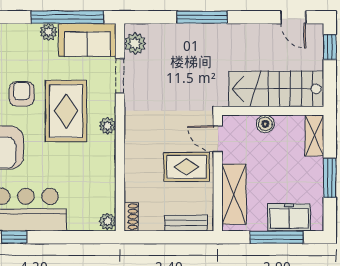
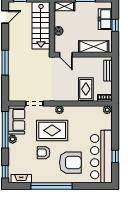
plant: (135, 44) -> (18, 96), removed
door: (218, 139) -> (66, 55), hinge flipped
rug: (187, 167) -> (86, 89), moved
window: (277, 237) -> (115, 25), width x0.46

